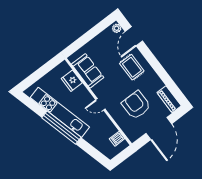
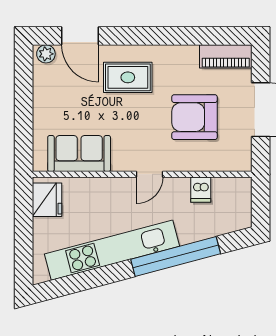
fridge: (72, 81) -> (47, 200), moved, turned -90
window: (61, 127) -> (176, 257), moved
dishwasher: (117, 139) -> (201, 190), moved

